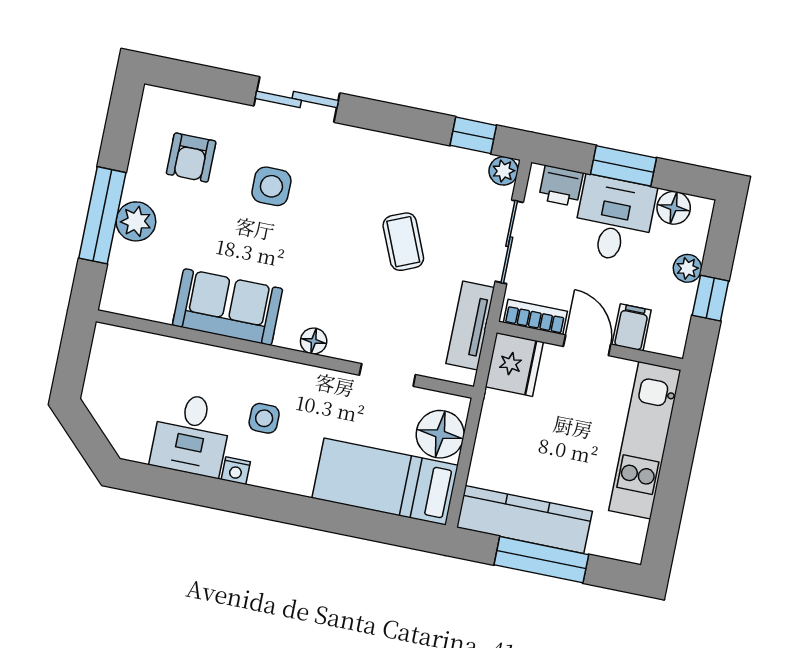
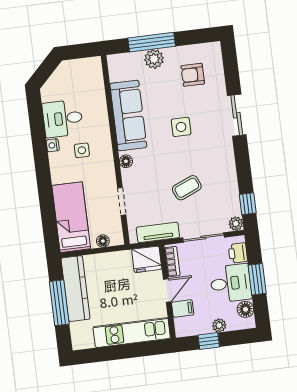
side table: (271, 186) -> (181, 127), moved
sofa: (227, 307) -> (128, 115), width x1.36
floor lamp: (440, 434) -> (103, 241), width x0.53, depth x0.53

